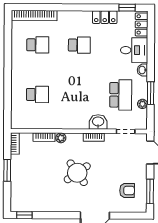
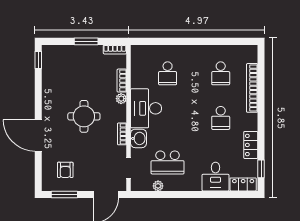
bookcase: (34, 15) -> (252, 88), moved
washbasin: (142, 70) -> (194, 186), removed
window: (151, 93) -> (170, 194), removed
desk: (70, 115) -> (146, 108), added
round table: (77, 173) -> (84, 116), turned 35

